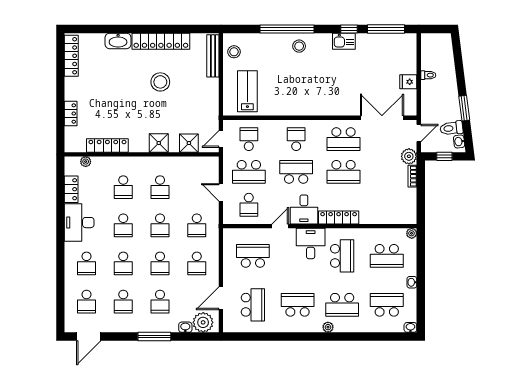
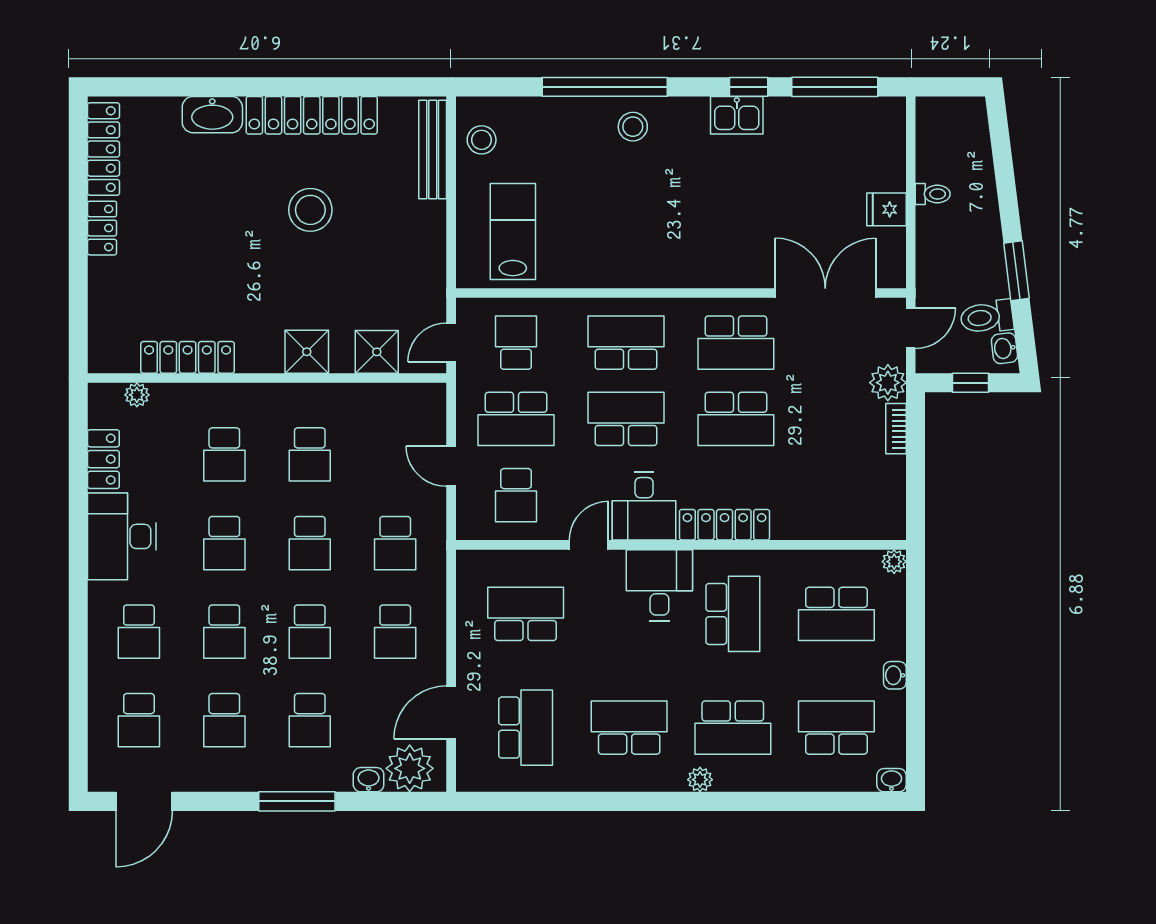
locker: (71, 114) -> (102, 228), moved
school desk: (296, 139) -> (626, 343), width x1.85

